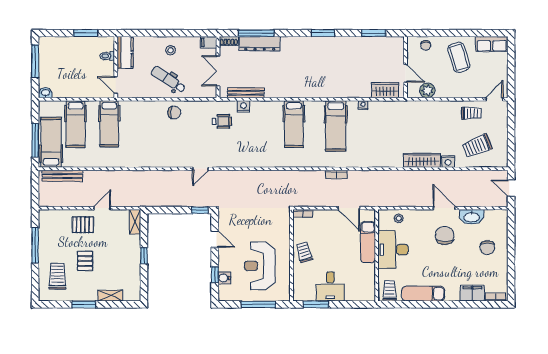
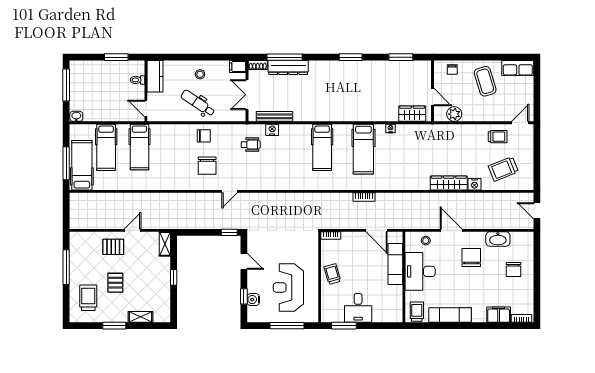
chair: (178, 143) -> (207, 166), added
bench: (62, 176) -> (93, 198), removed
door: (444, 208) -> (451, 230), moved

